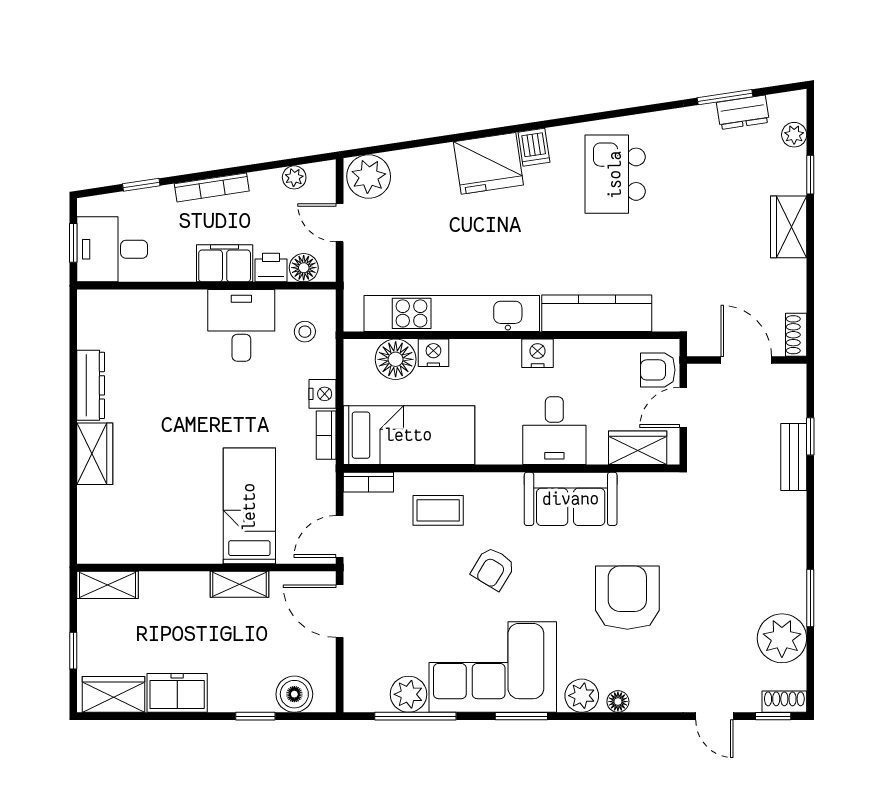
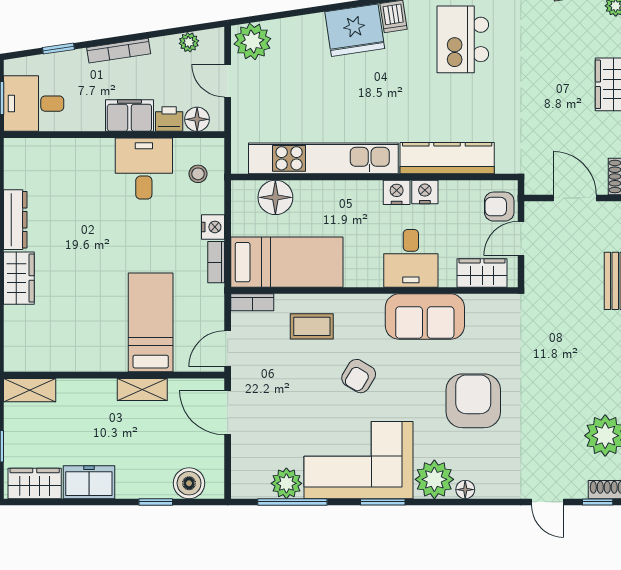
nightstand: (433, 353) -> (425, 192), moved
plant: (582, 696) -> (434, 479), width x1.36, depth x1.36

